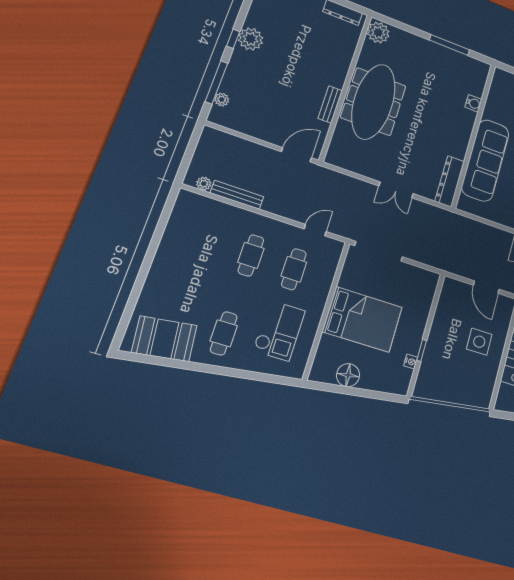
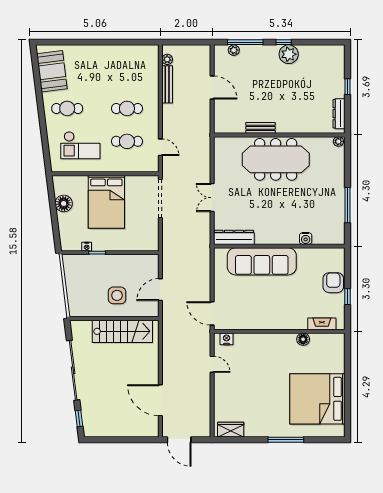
plant: (378, 33) -> (338, 141), width x0.53, depth x0.53
door: (296, 155) -> (212, 87), moved

